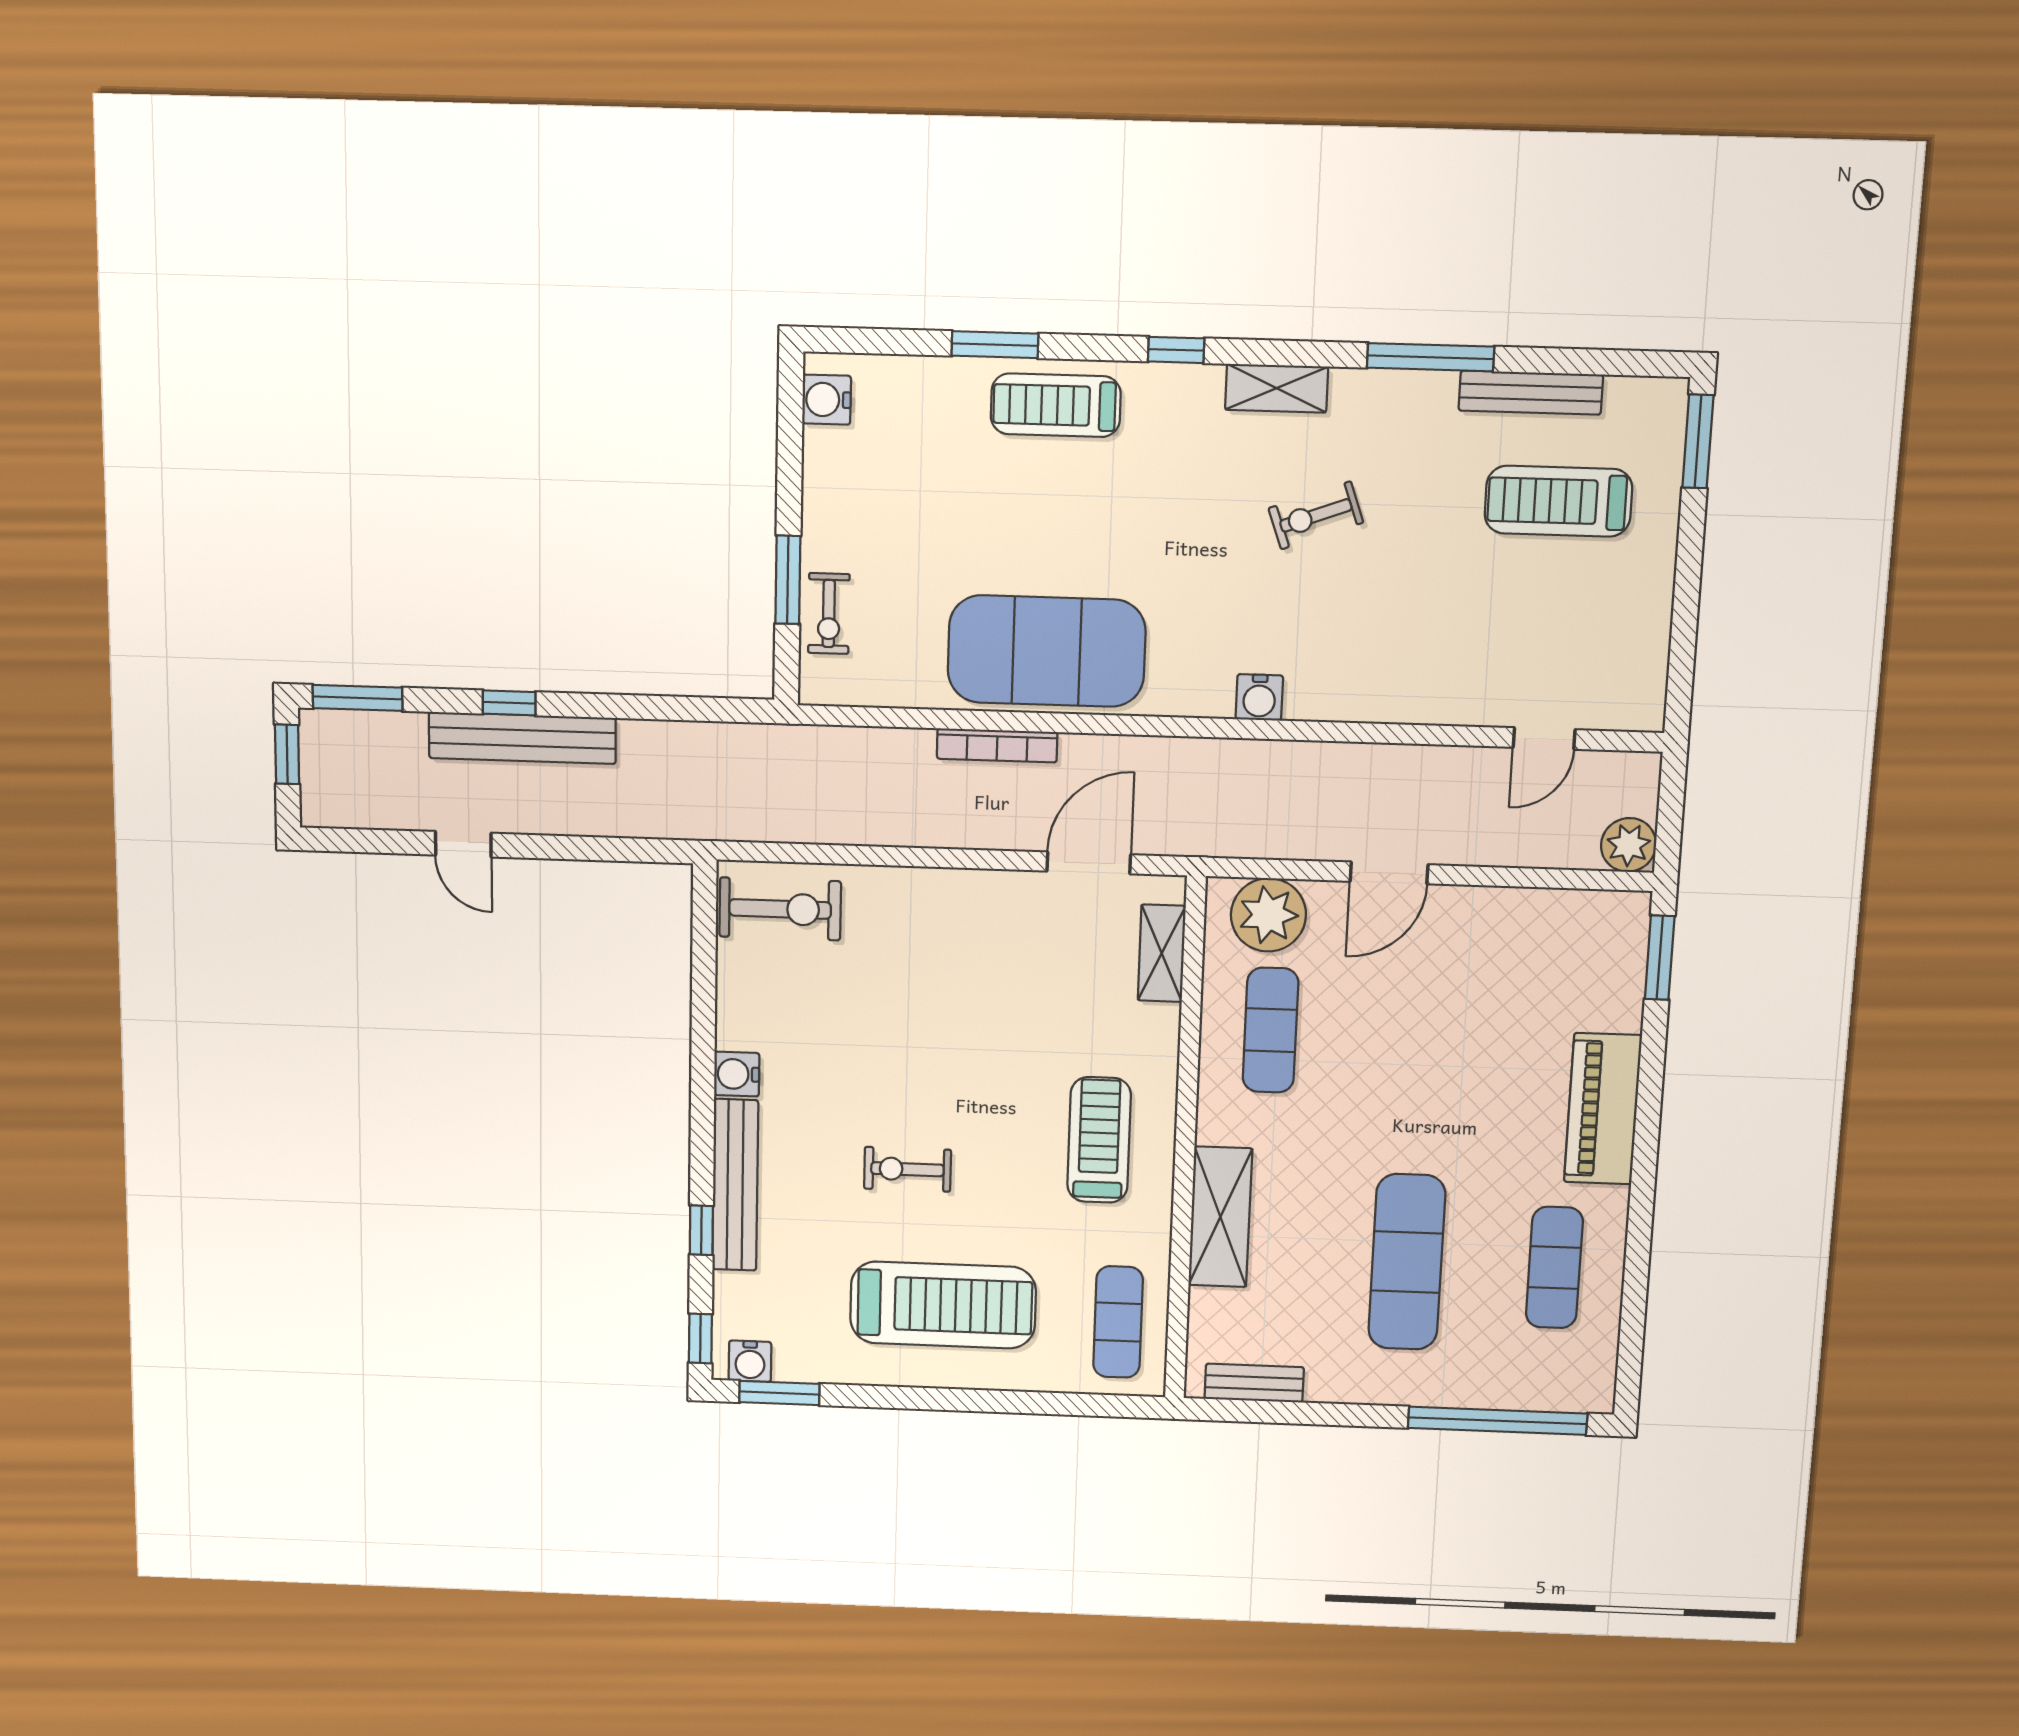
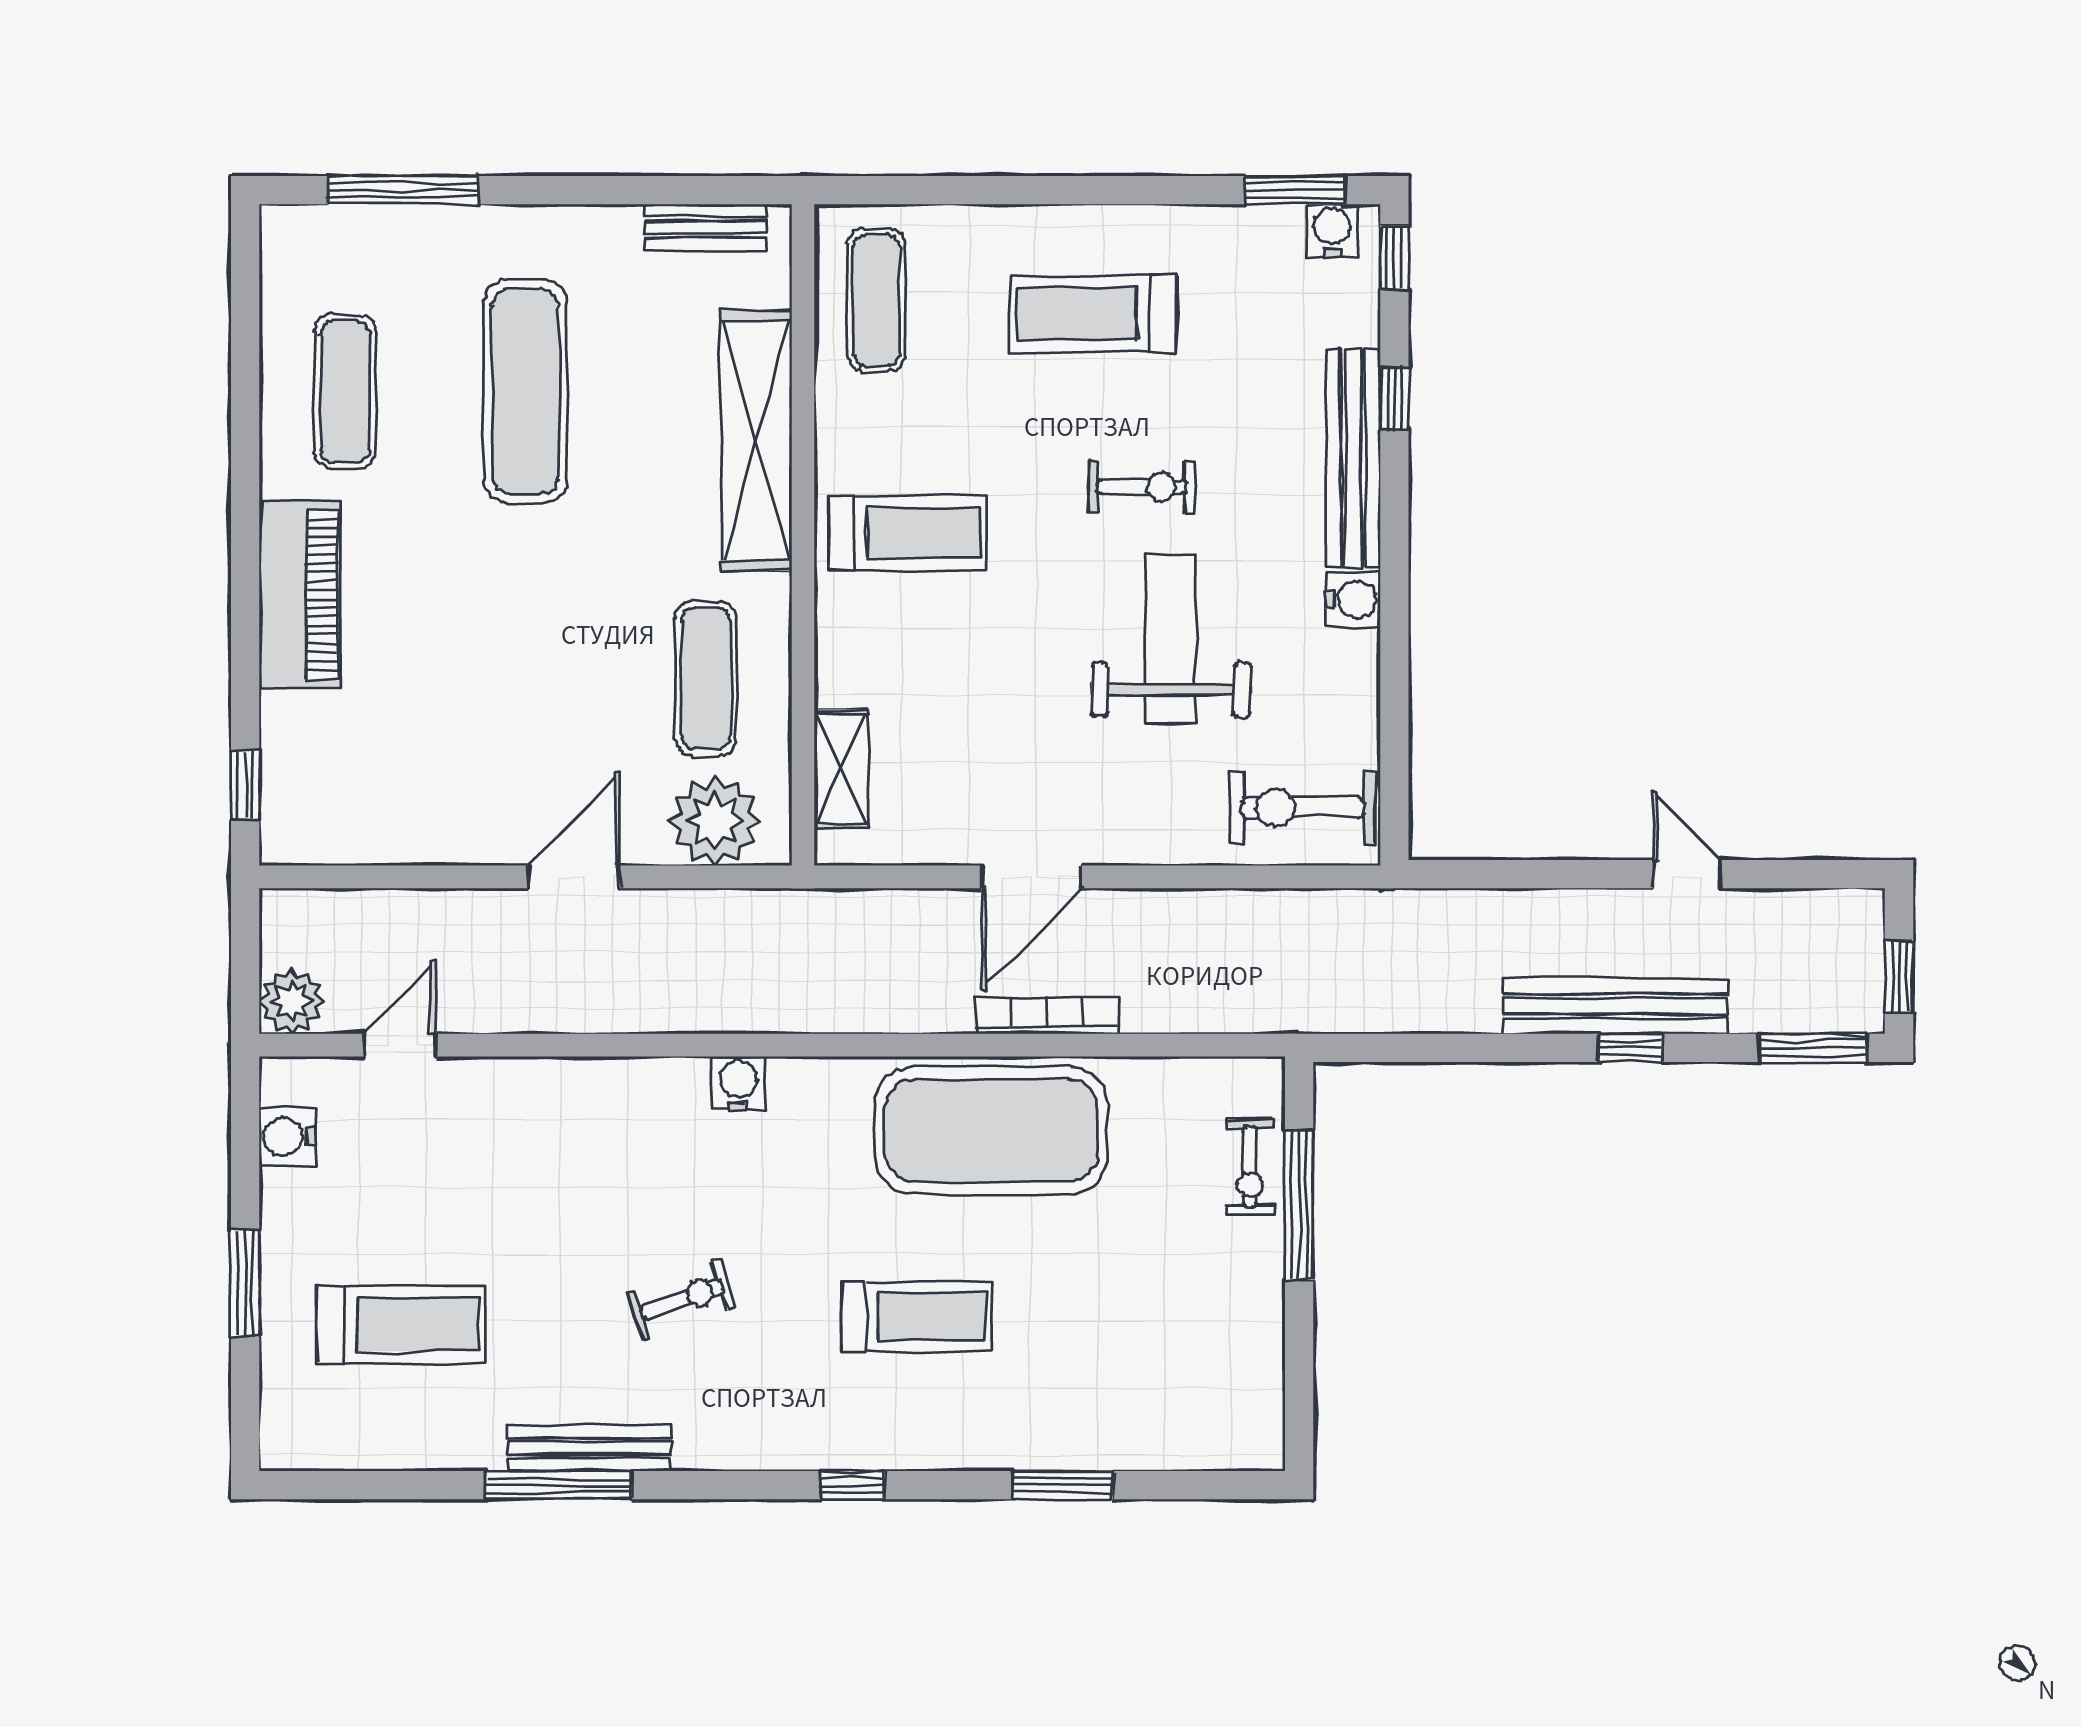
shelving: (1277, 388) -> (734, 1445), removed
bench: (1531, 393) -> (589, 1448), moved
water cooler: (827, 400) -> (287, 1136), moved, turned 180
treadmill: (1056, 405) -> (917, 1316), moved
window: (1698, 441) -> (245, 1283), moved
window: (788, 580) -> (1299, 1205), width x1.44
exercise bike: (829, 613) -> (1250, 1167), turned 180
plant: (1629, 845) -> (292, 1001), moved
door: (1089, 863) -> (1032, 877), moved
window: (1660, 958) -> (245, 785), width x0.67
weight bench: (886, 1048) -> (1171, 639), added
treadmill: (1099, 1140) -> (908, 533), turned -90
shelving: (1220, 1217) -> (756, 440), width x1.47
treadmill: (943, 1305) -> (1094, 314), width x0.73, depth x0.73
window: (1498, 1421) -> (402, 190), width x0.68

